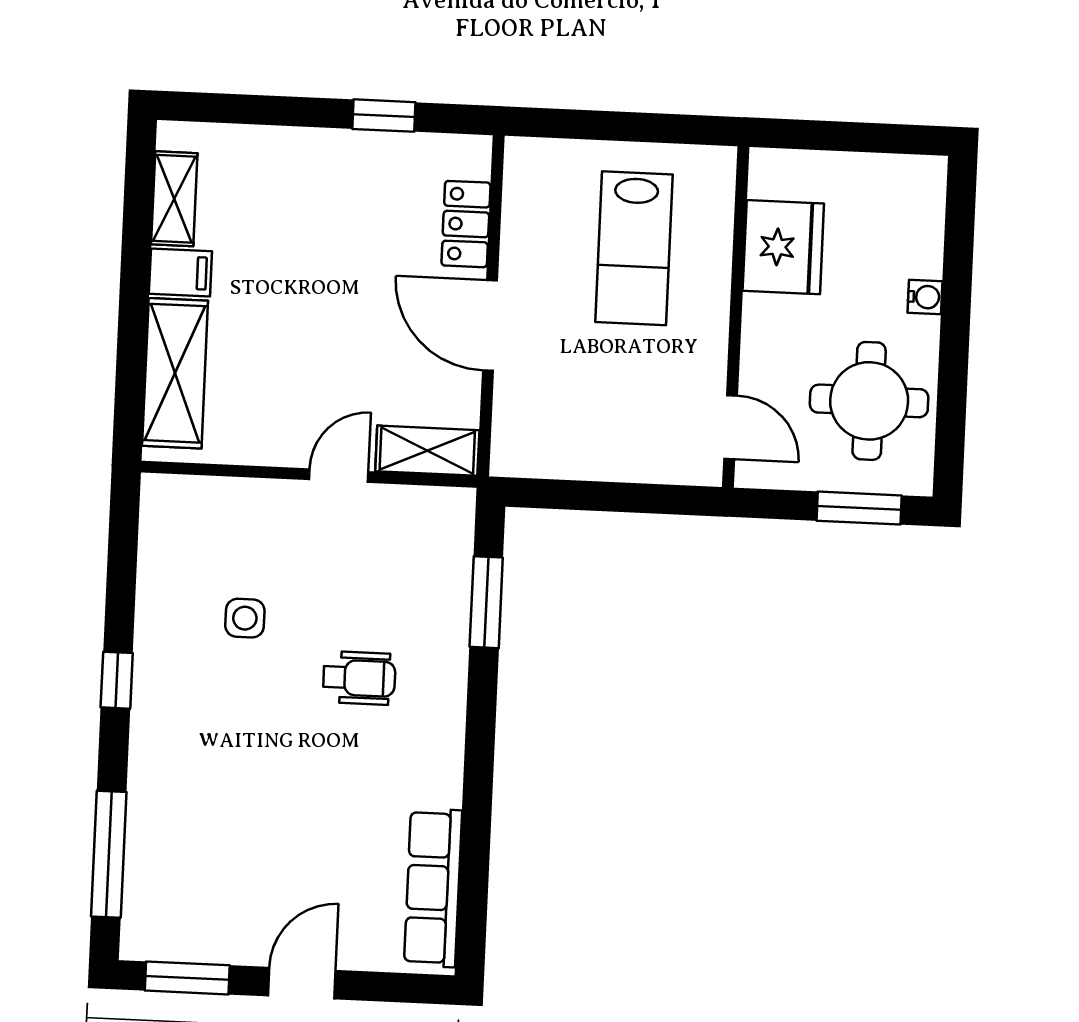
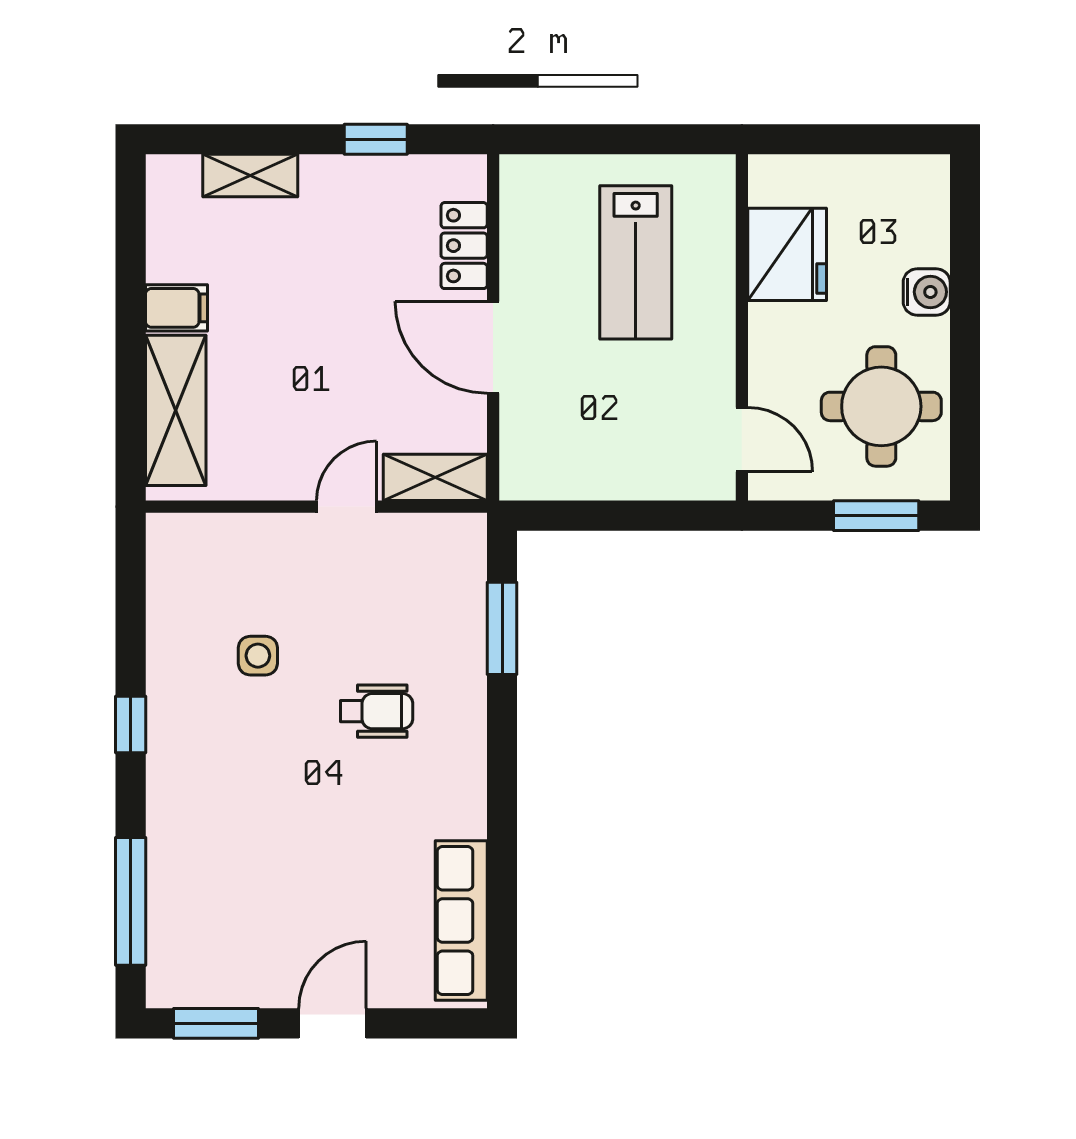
shelving: (174, 199) -> (250, 176), moved, turned 90
water cooler: (925, 297) -> (927, 292), width x1.38, depth x1.38

